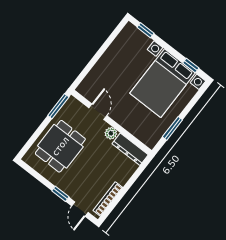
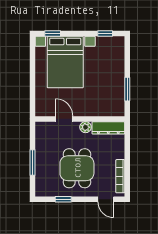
bed with nightstands: (163, 83) -> (65, 62), moved
window: (58, 106) -> (32, 162), moved
dining table: (60, 146) -> (77, 168), moved
window: (60, 194) -> (63, 199), moved

